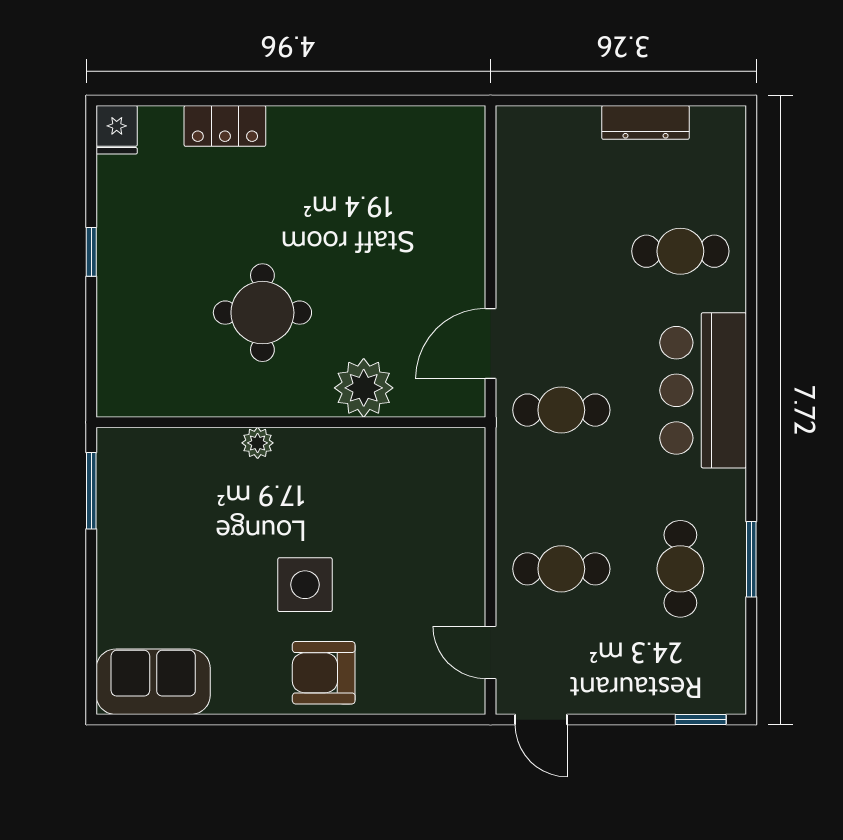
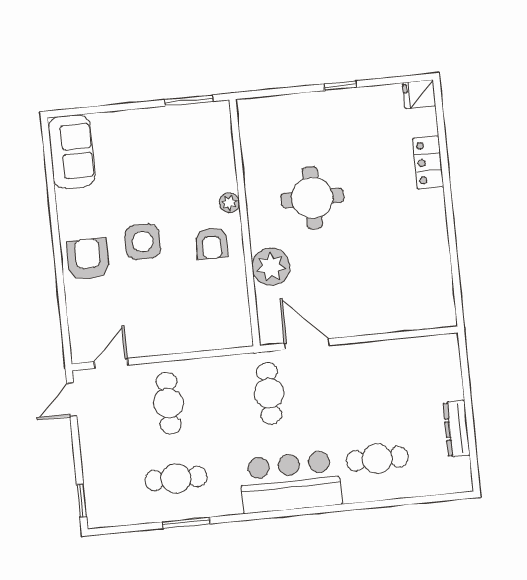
cafe table: (680, 251) -> (377, 459), turned 90
armchair: (318, 477) -> (212, 243), added

